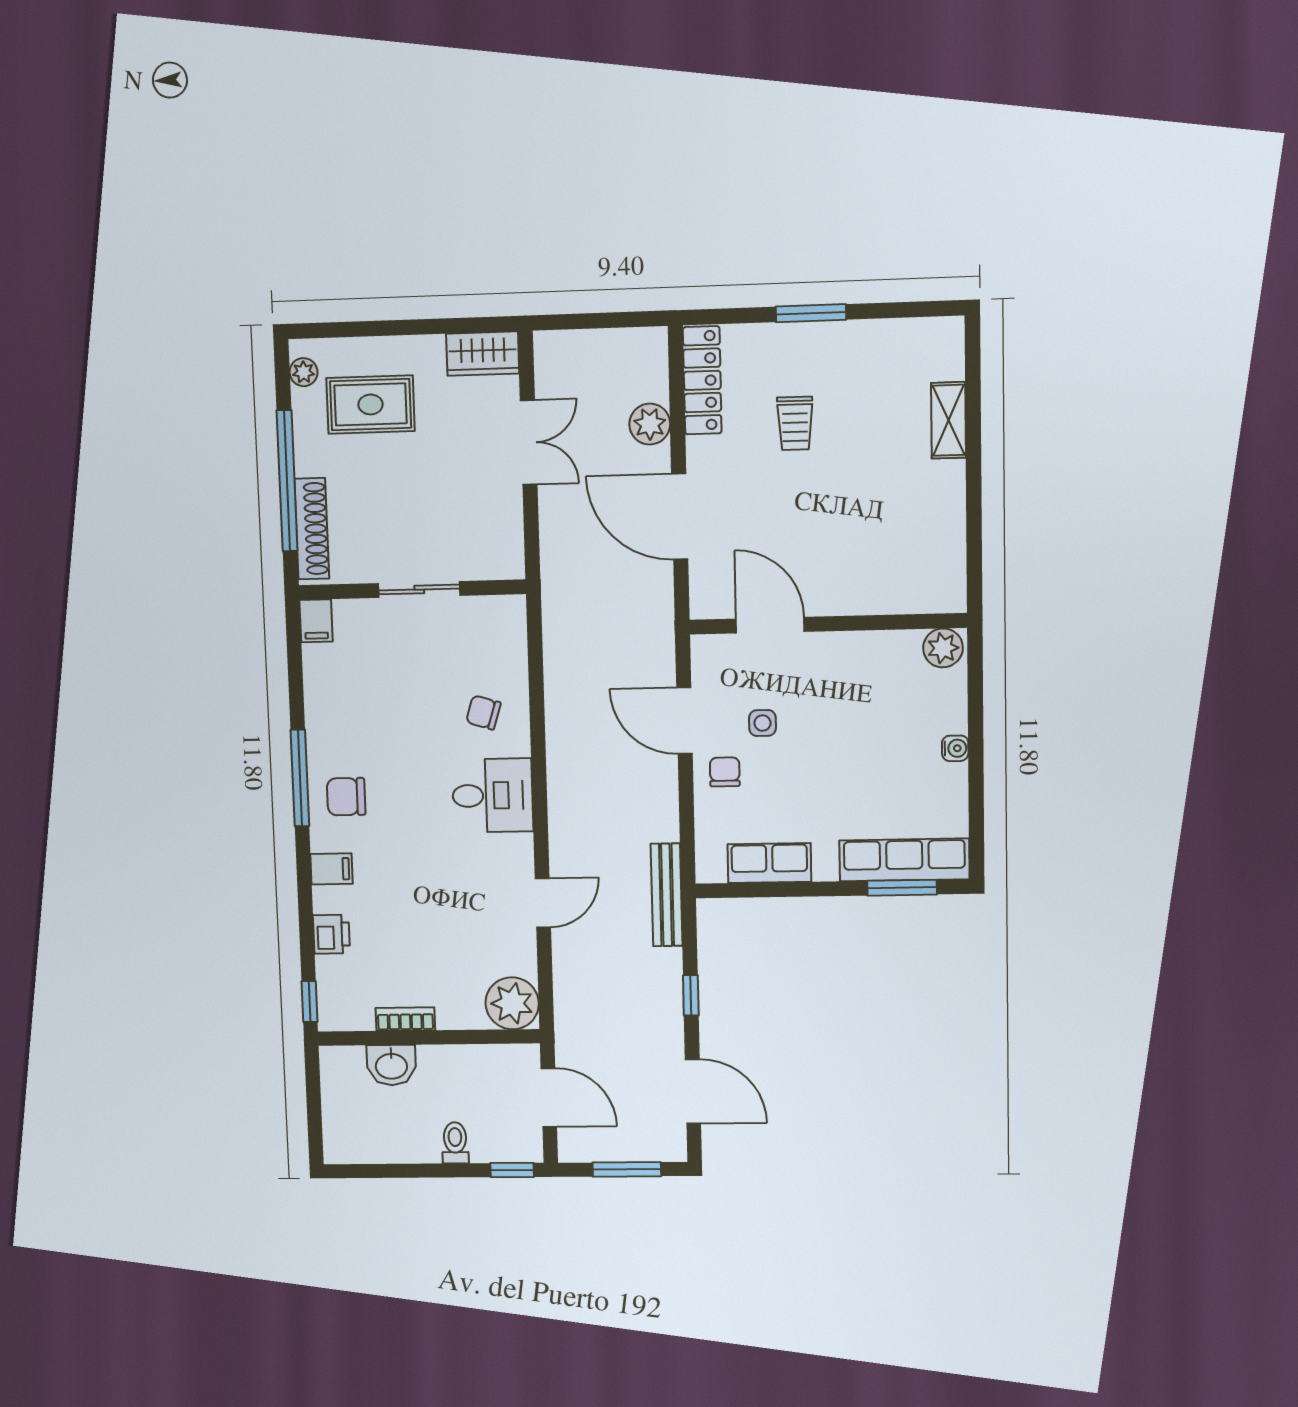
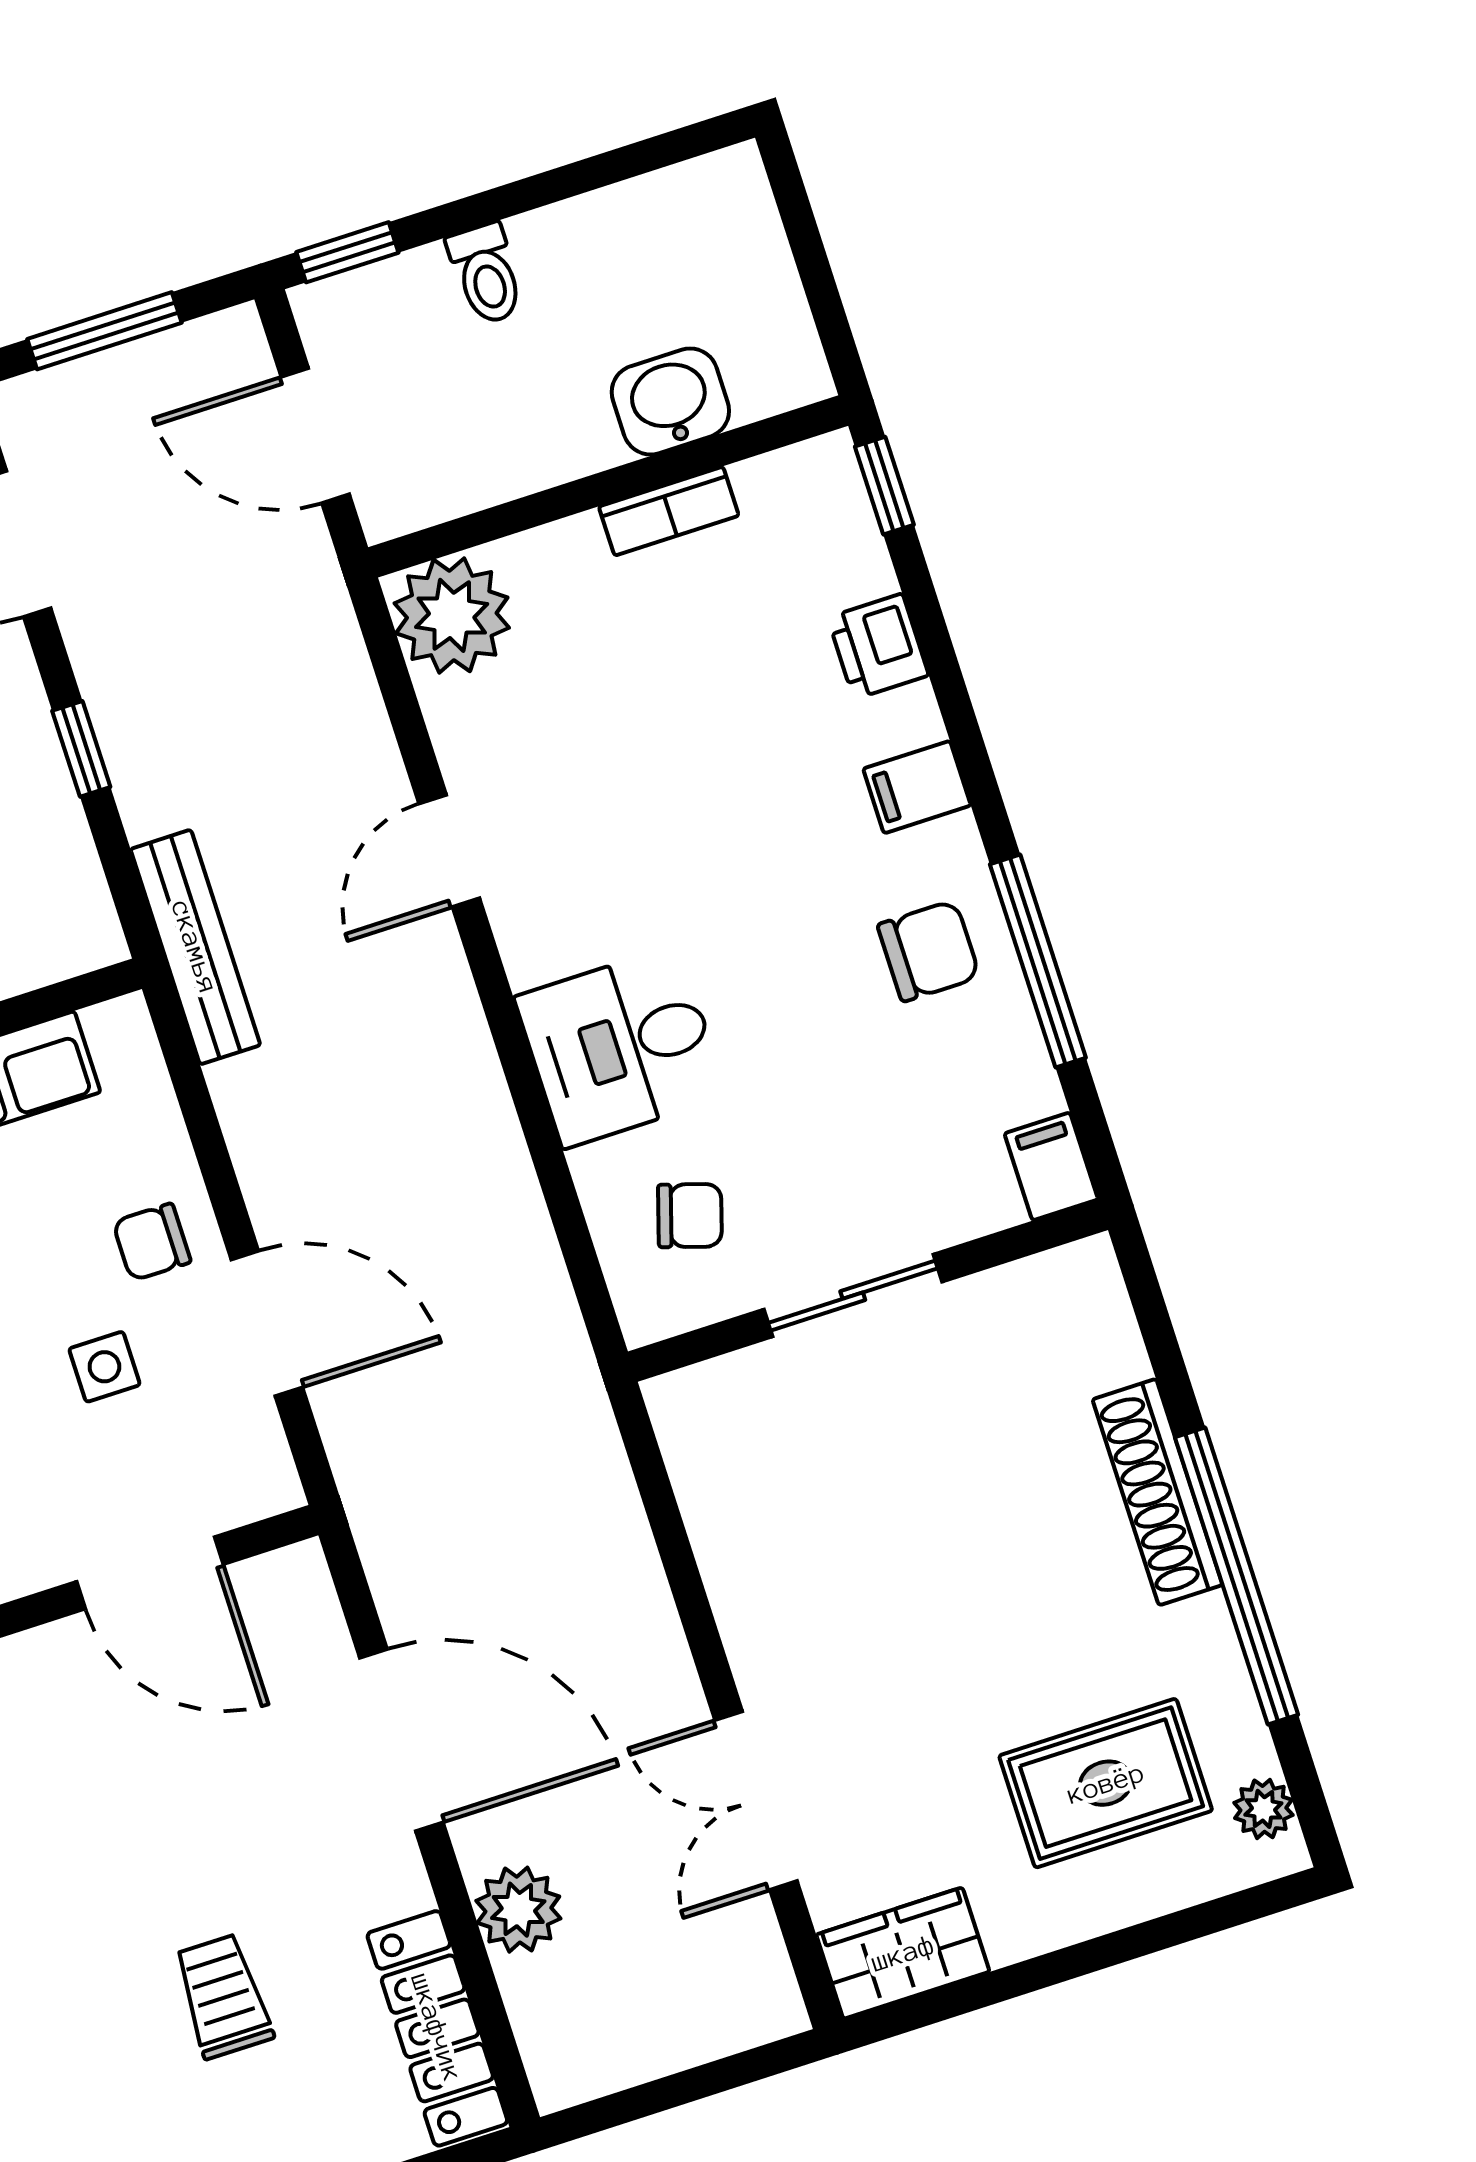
sliding door: (419, 589) -> (853, 1296), moved
wall: (412, 590) -> (868, 1291), moved
filing cabinet: (316, 621) -> (1051, 1166), moved
chair: (725, 772) -> (152, 1242), turned 90

